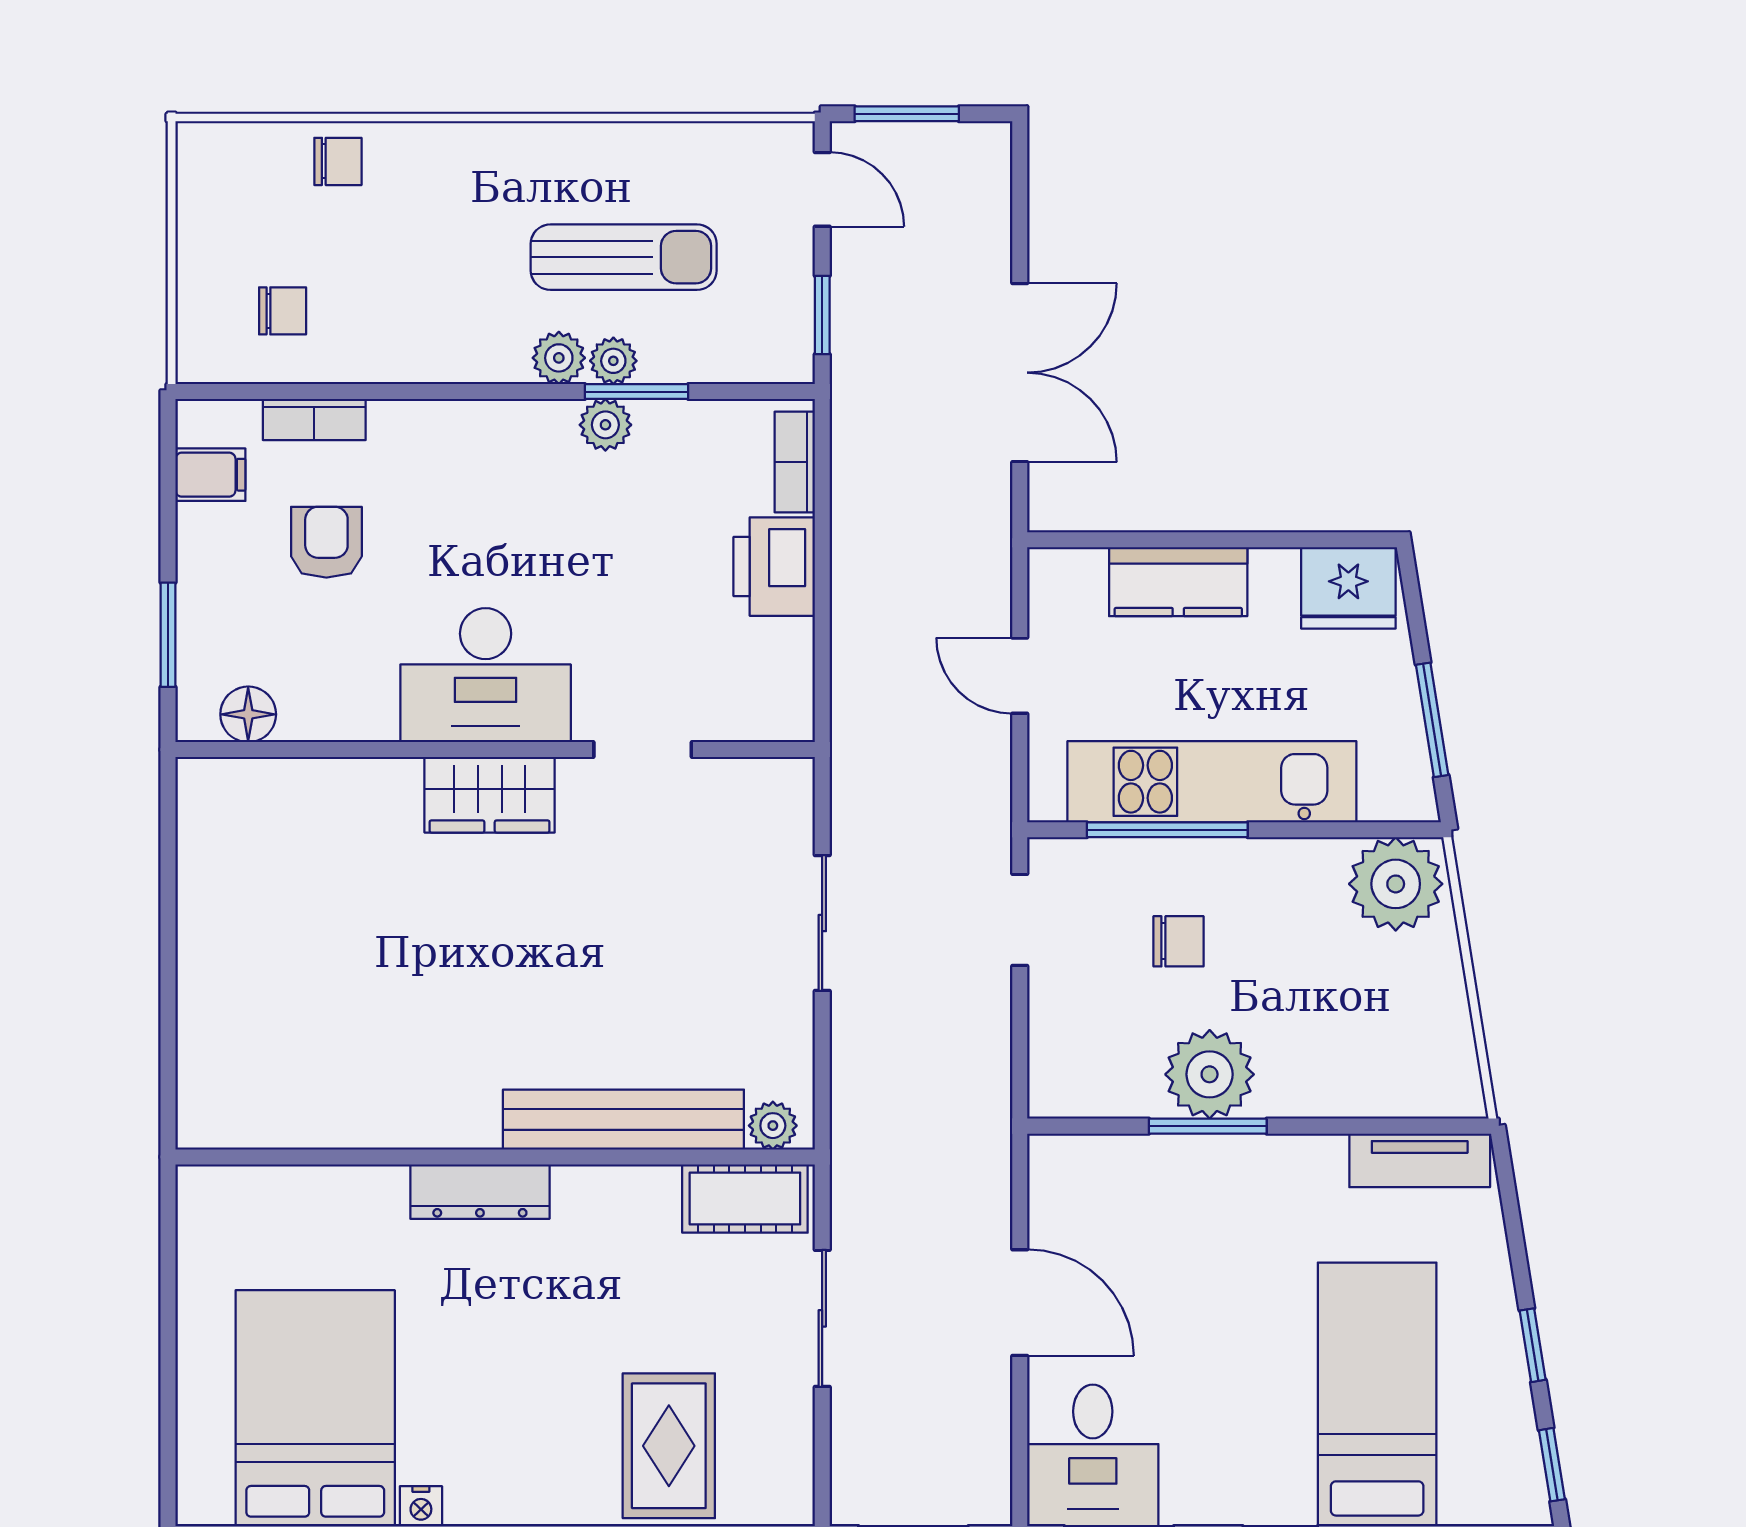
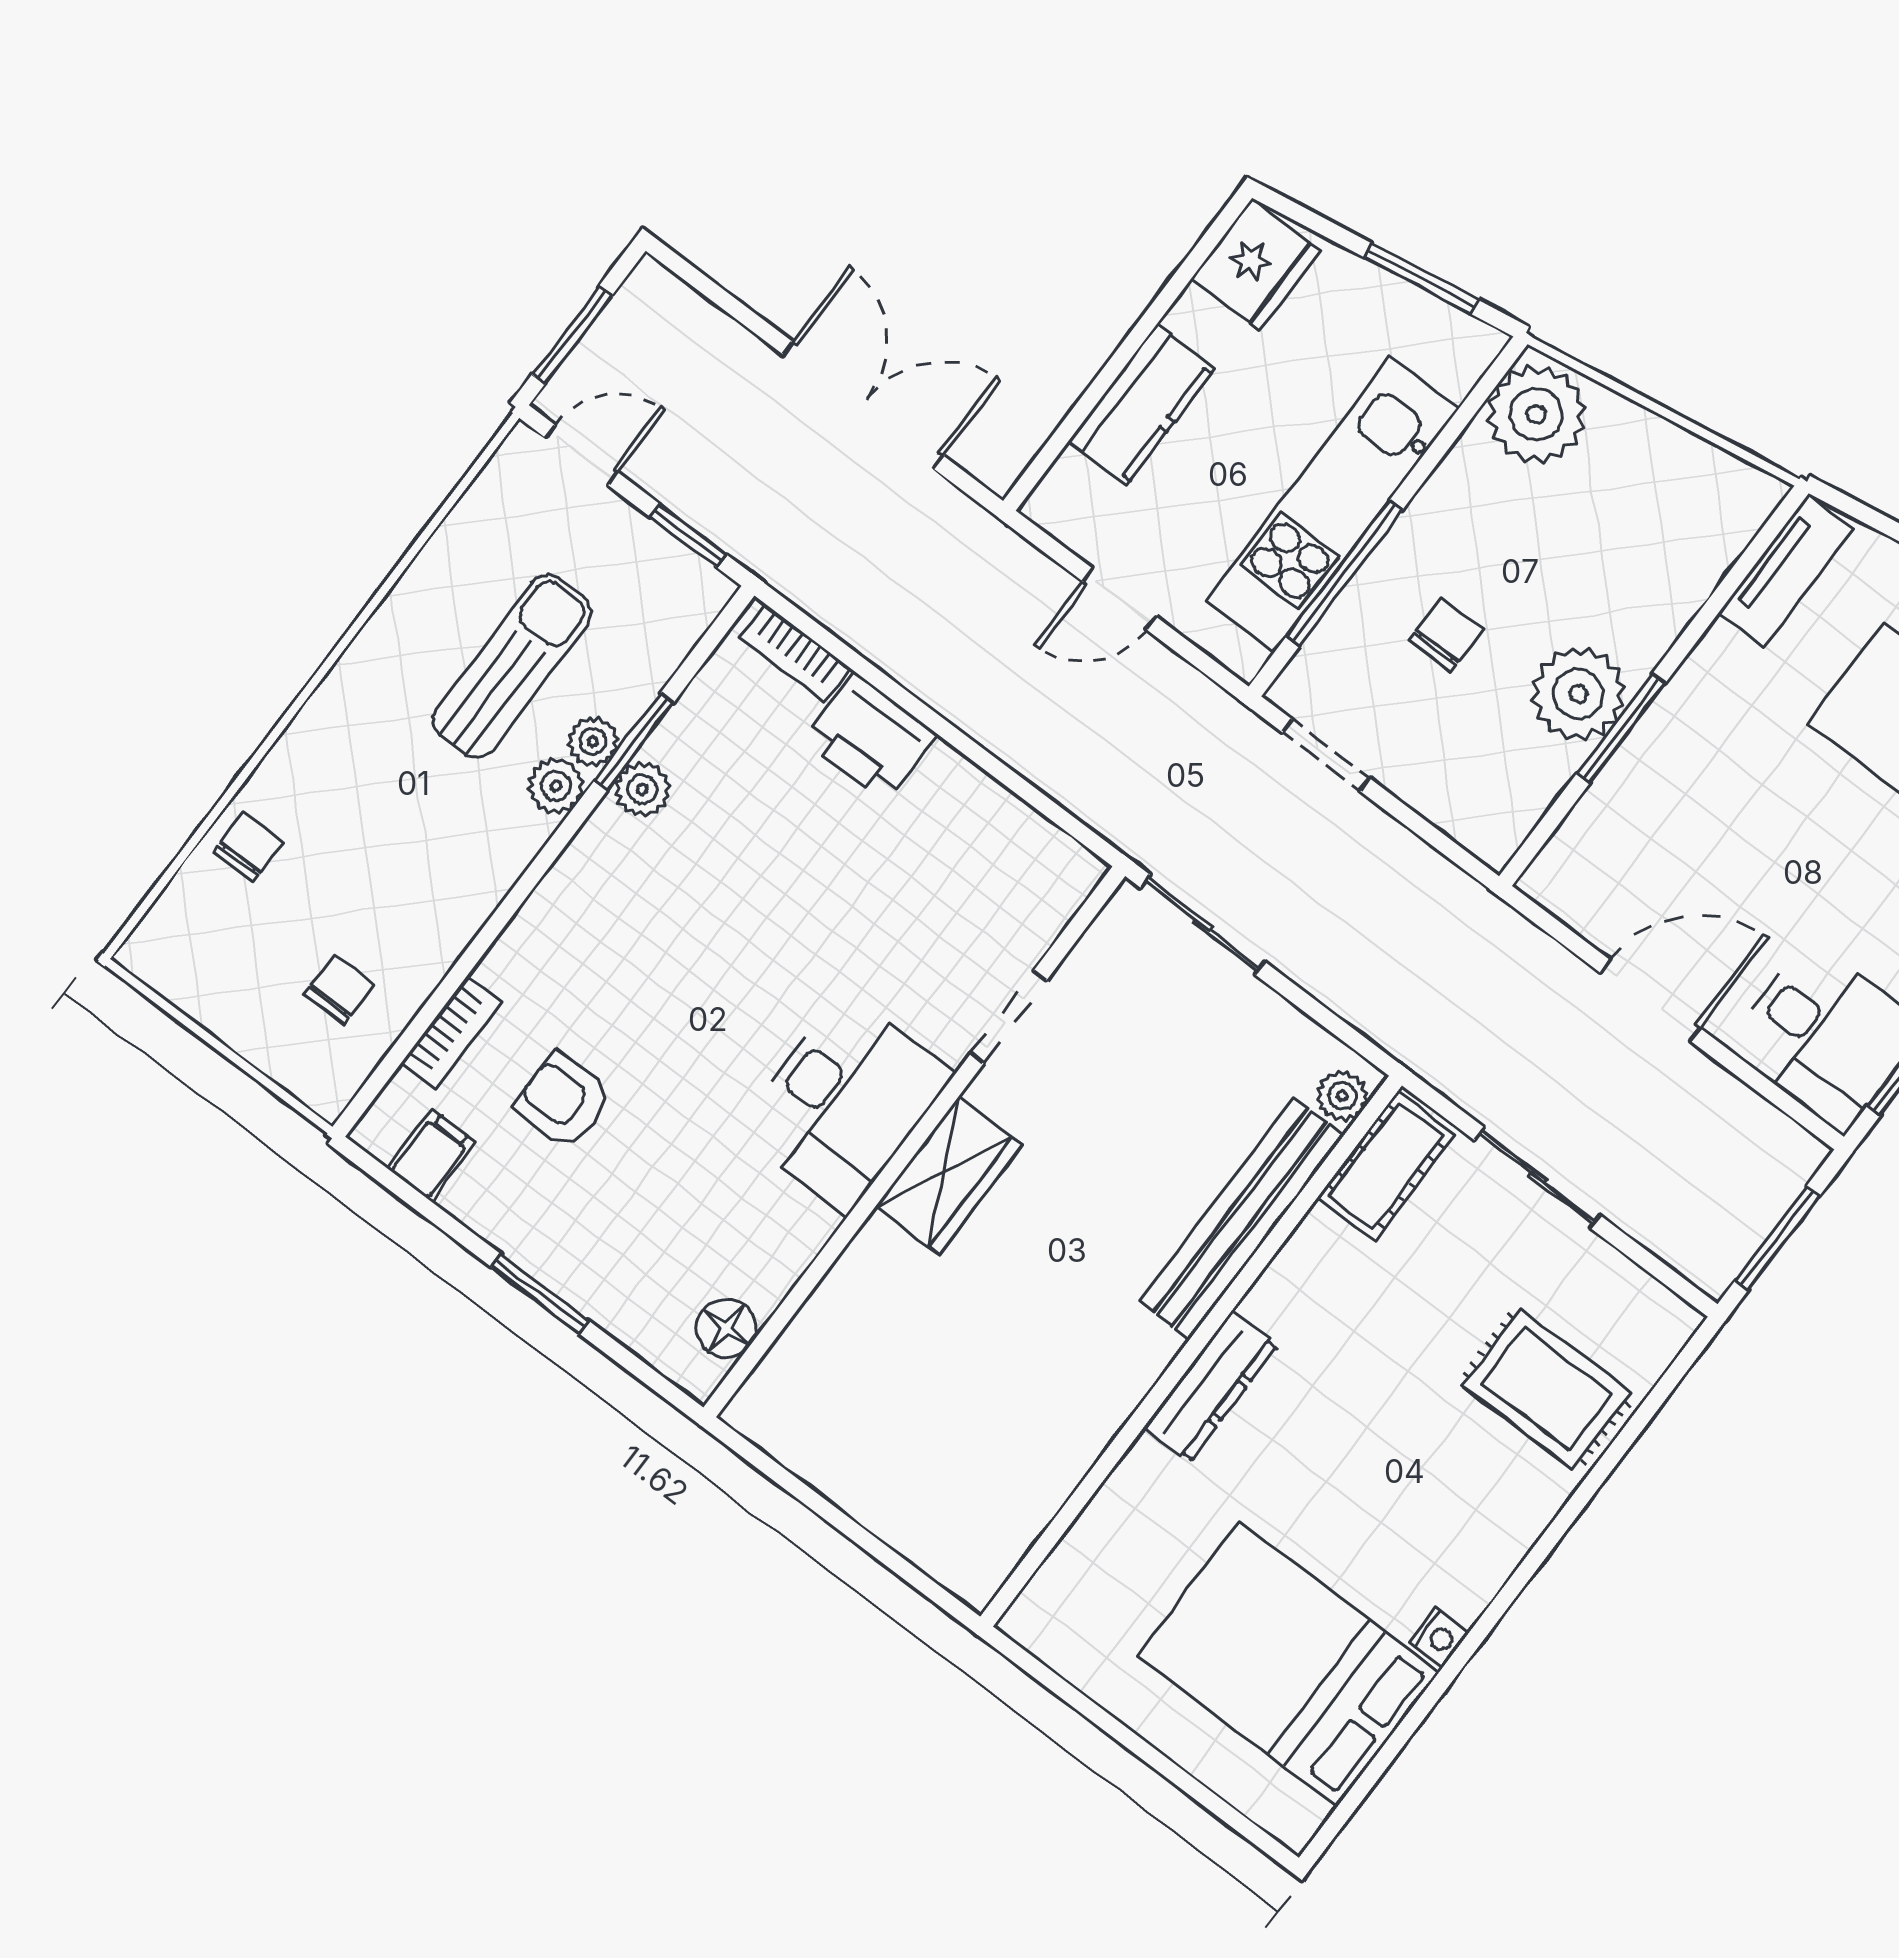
desk: (486, 675) -> (845, 1102), moved
floor lamp: (248, 714) -> (726, 1328), moved
wall: (495, 750) -> (914, 1142), moved
doorway: (643, 750) -> (1009, 1017), moved
wardrobe: (490, 795) -> (949, 1175), moved

